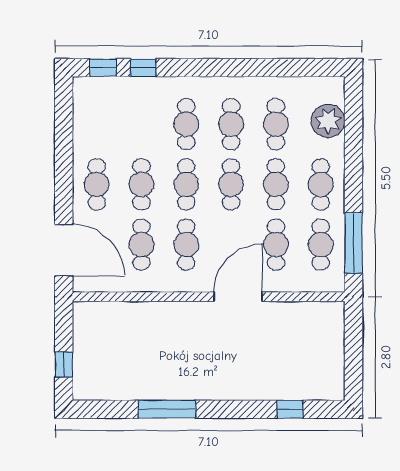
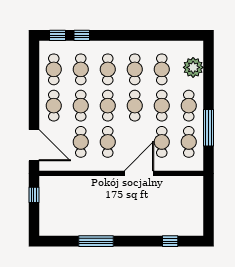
cafe table: (97, 124) -> (54, 69), added
cafe table: (141, 124) -> (81, 69), added
window: (353, 243) -> (208, 128), moved
window: (64, 364) -> (34, 195), moved

